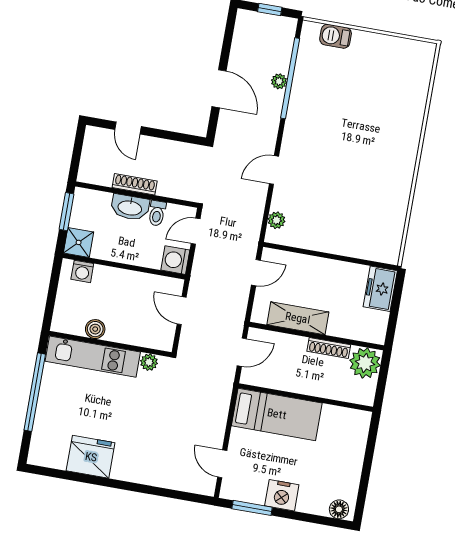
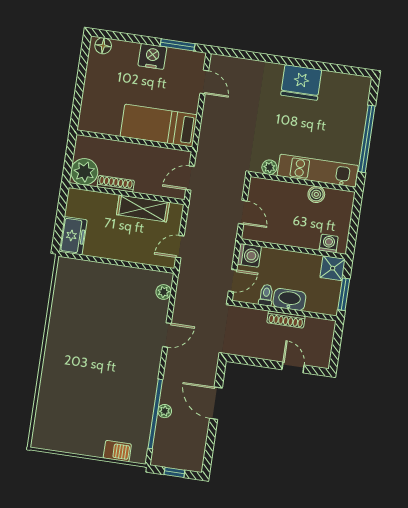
fridge: (91, 457) -> (301, 82), moved

